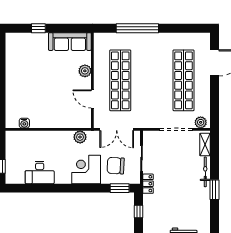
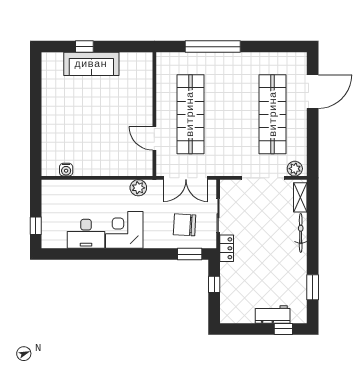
sofa: (70, 42) -> (91, 64), moved
plant: (85, 71) -> (145, 102), removed
corner desk: (86, 169) -> (124, 230), moved
window: (214, 190) -> (313, 287), moved

